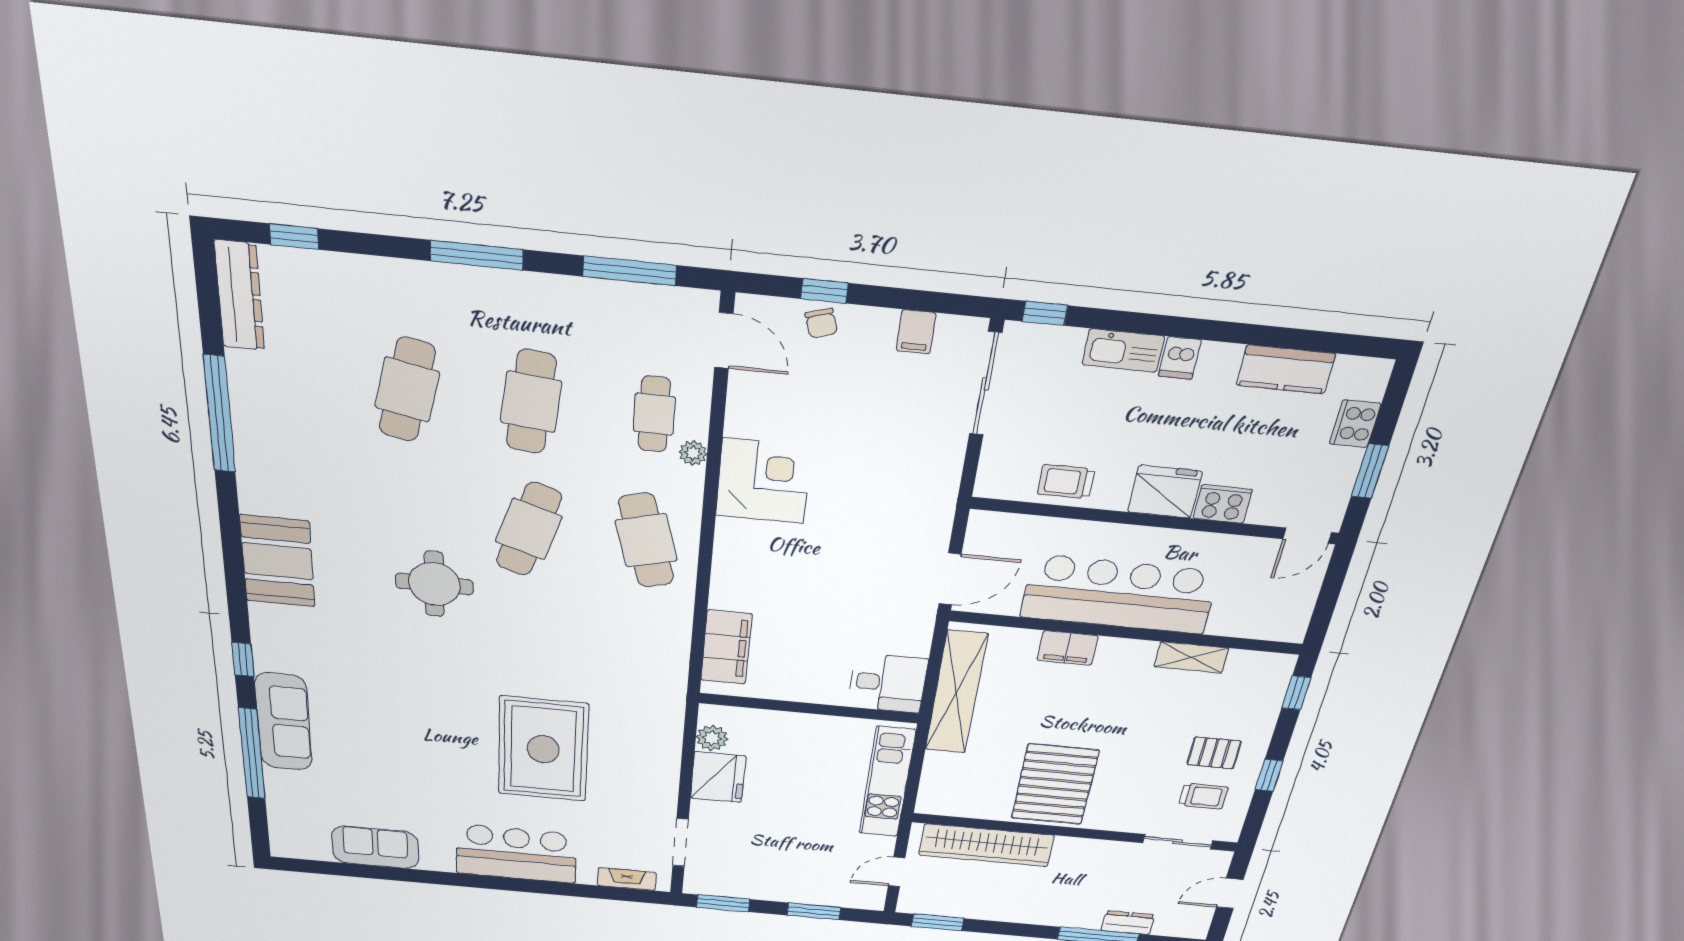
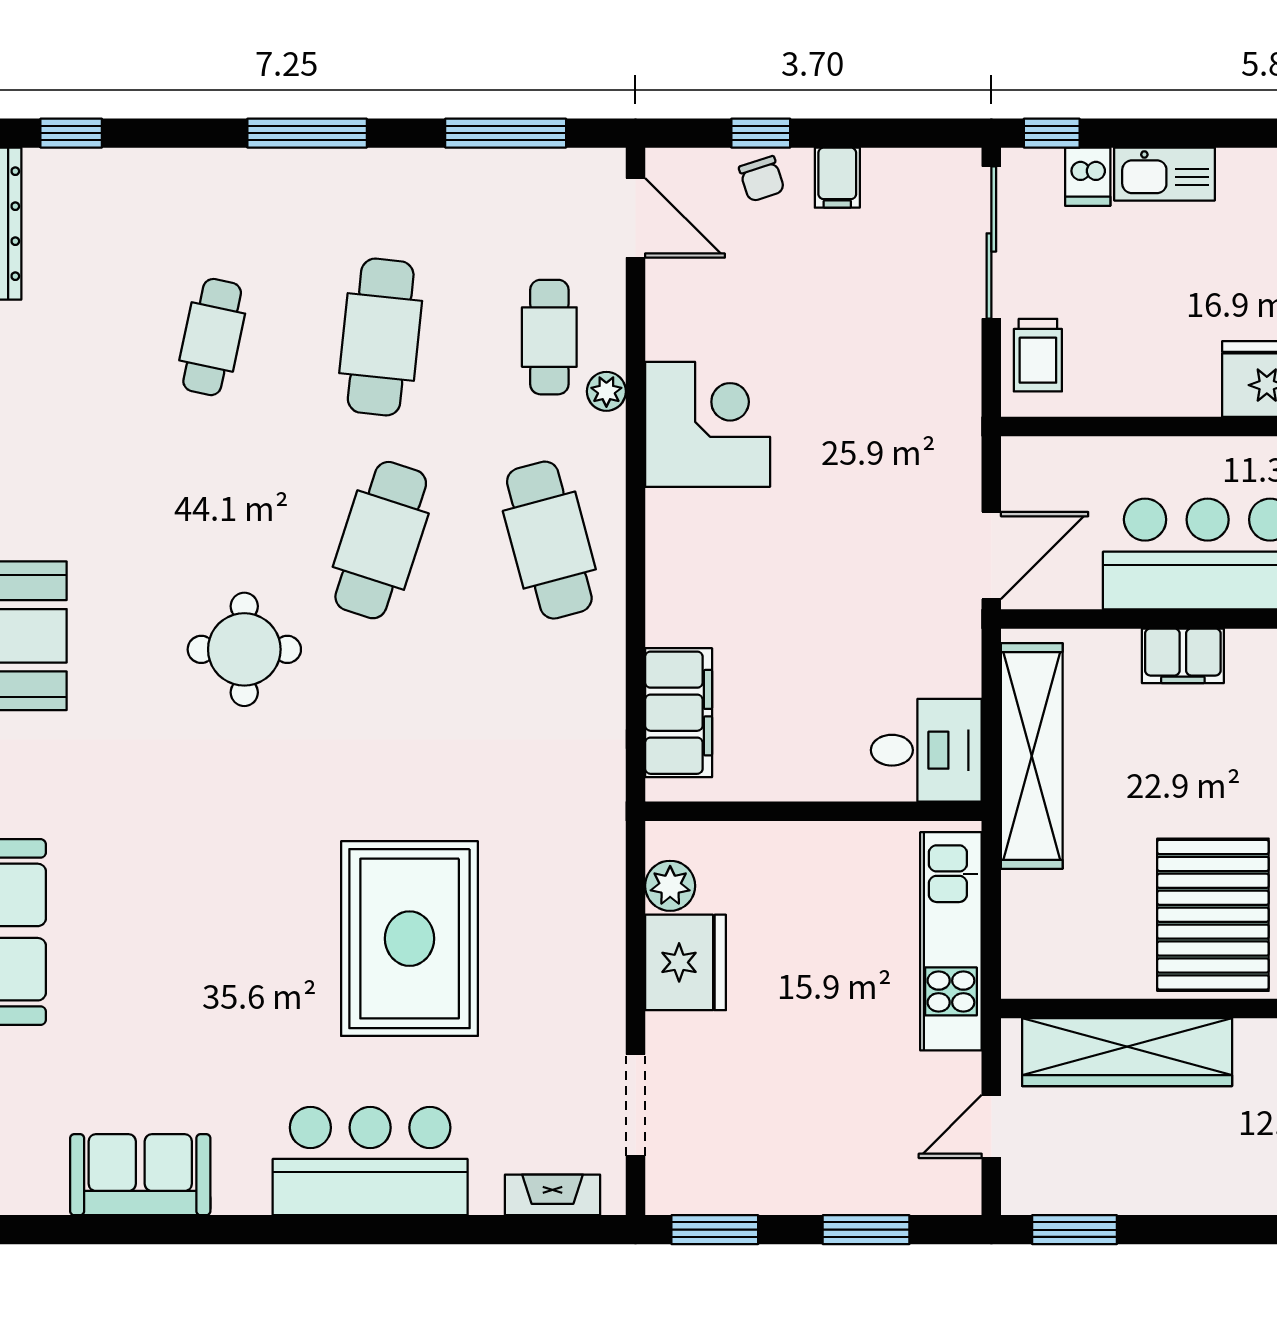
filing cabinet: (916, 332) -> (837, 178), moved
dishwasher: (1180, 358) -> (1088, 177), moved
cafe table: (407, 390) -> (212, 337), width x0.73, depth x0.74
trolley: (1066, 482) -> (1038, 355), moved, turned -90

